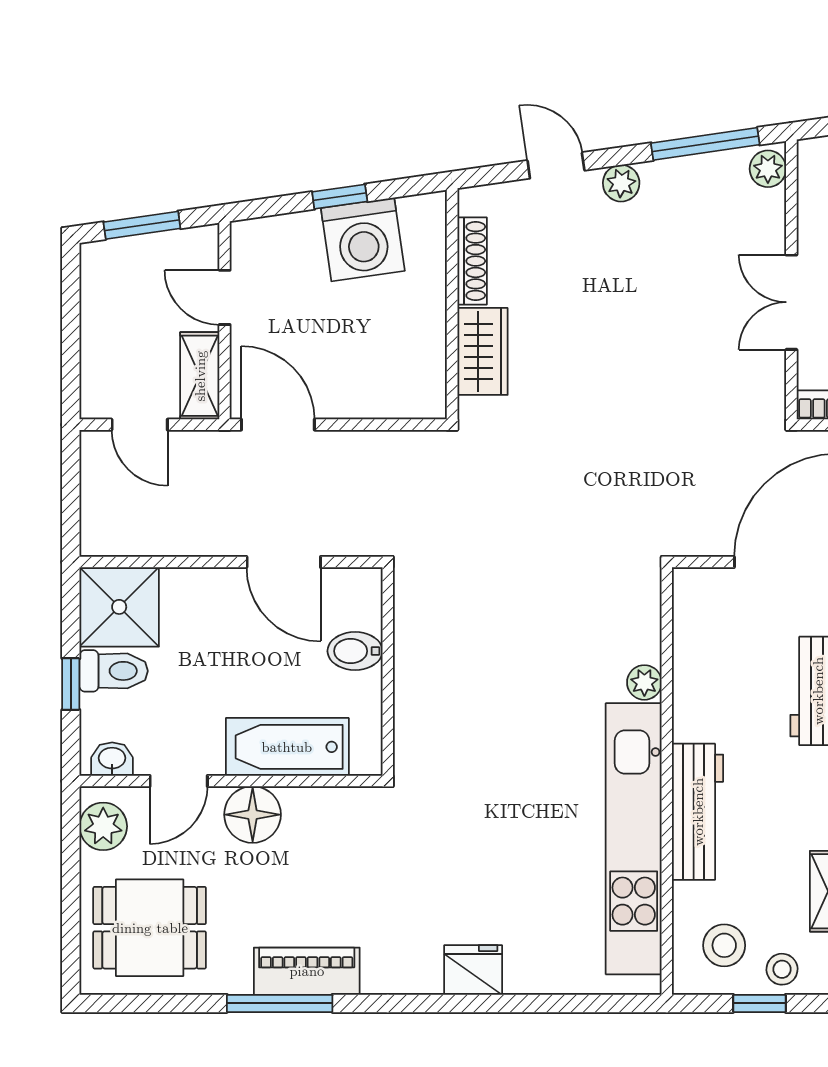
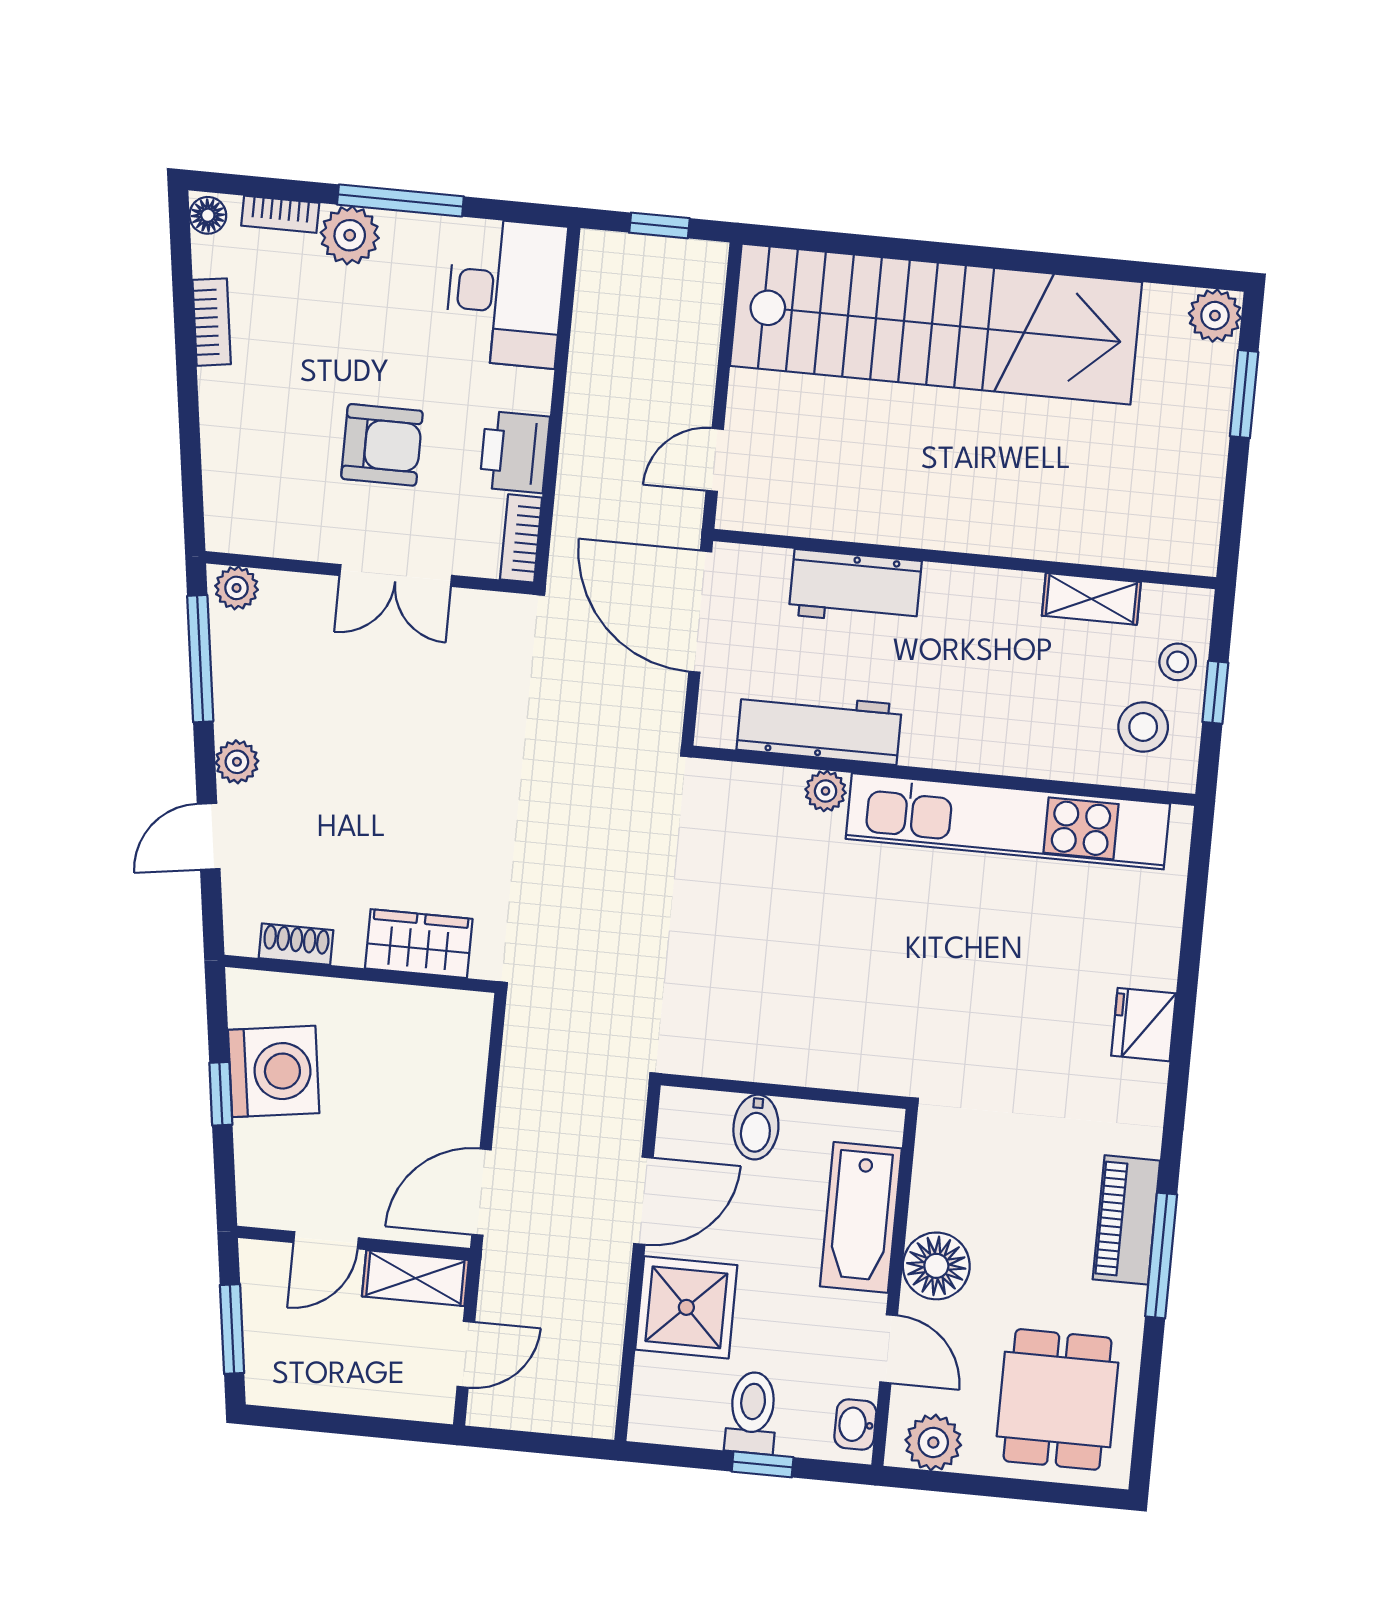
shoe rack: (472, 261) -> (296, 944), width x0.70
shower: (119, 607) -> (686, 1307), moved
workbench: (698, 812) -> (819, 727), moved

